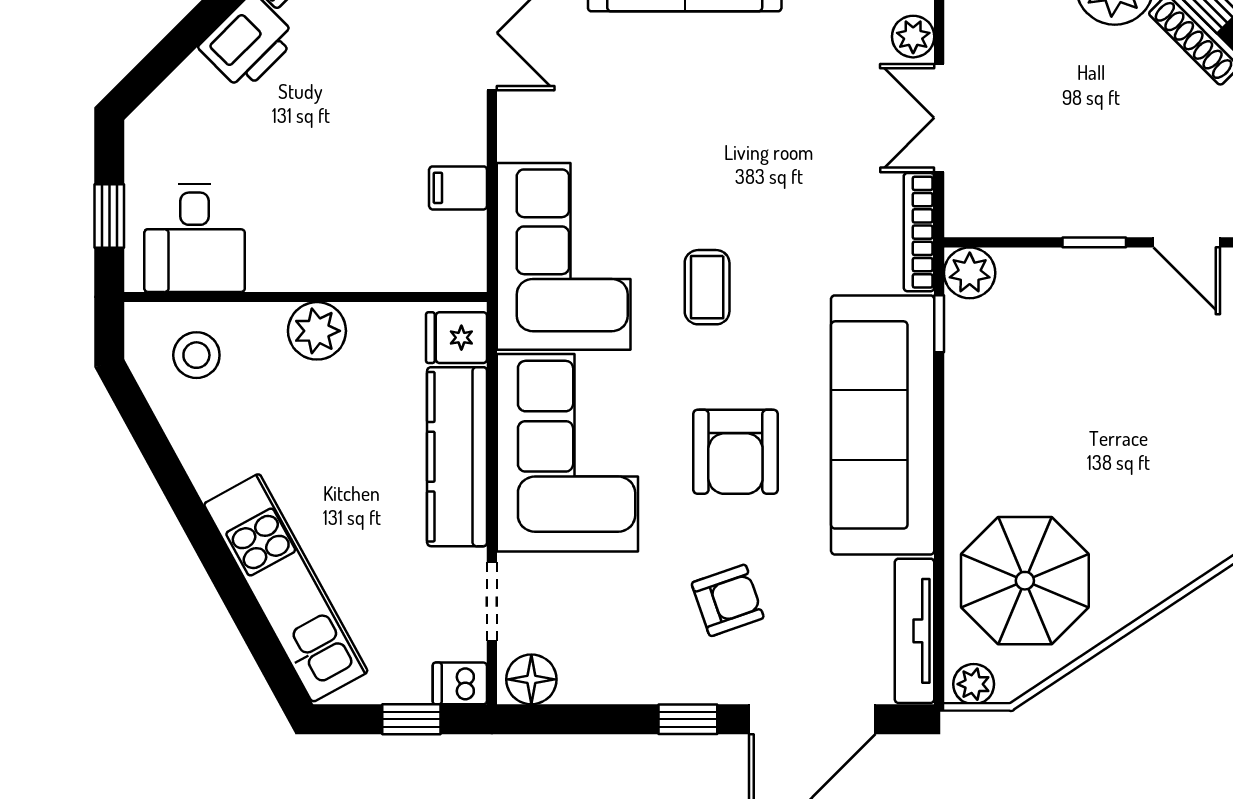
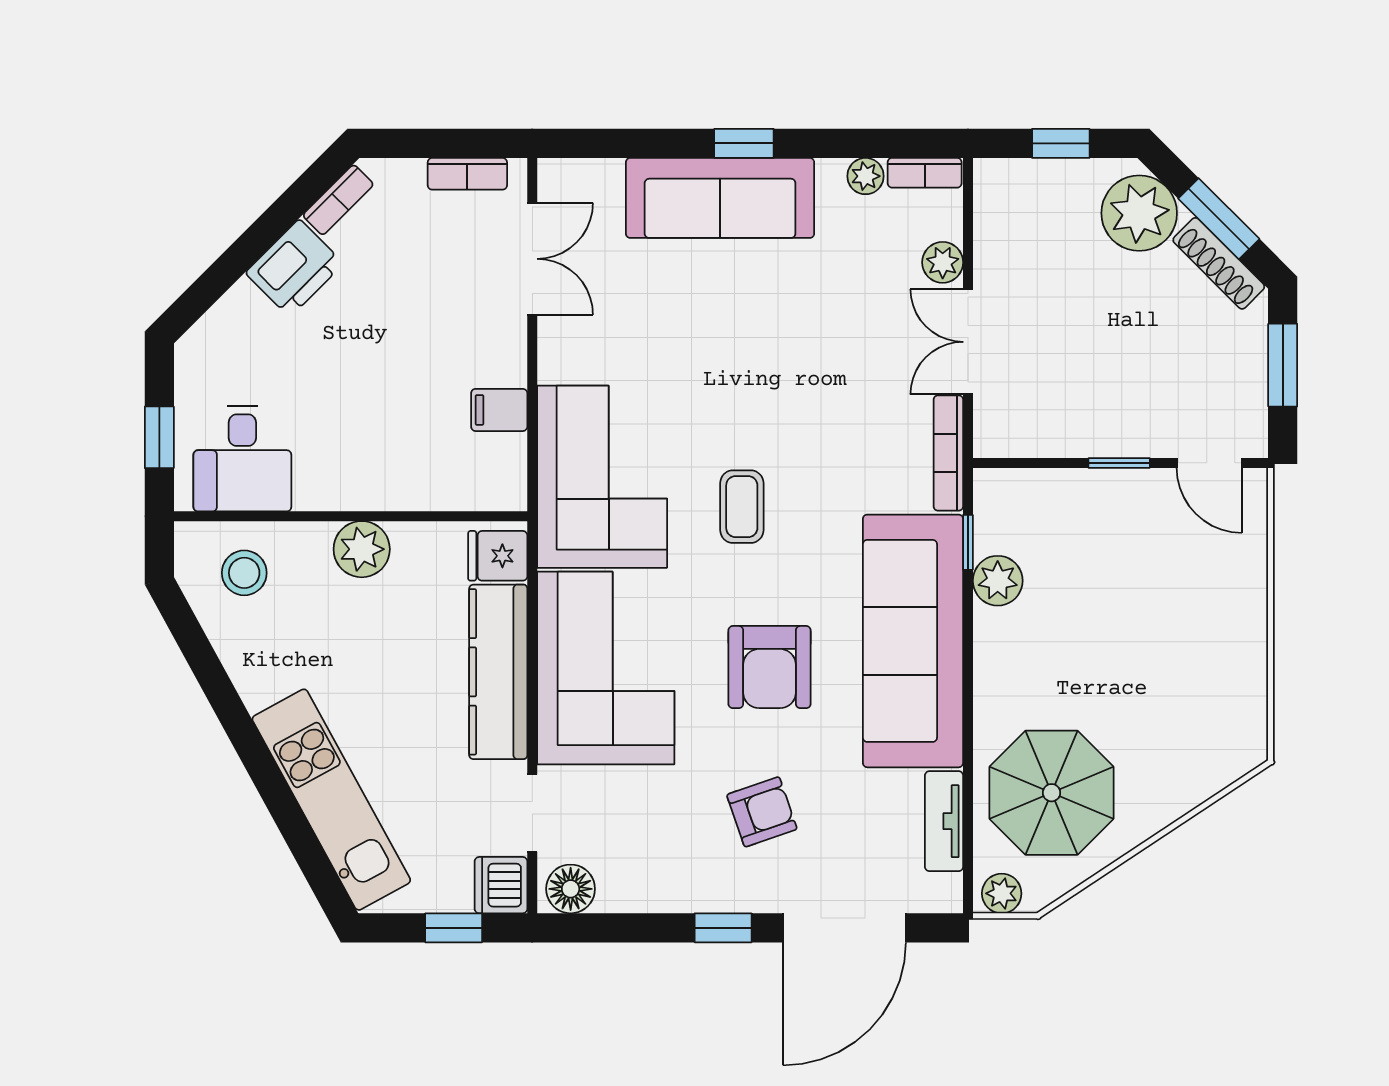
plant: (970, 273) -> (998, 581), moved
tv unit: (915, 631) -> (944, 821), width x0.71
dishwasher: (460, 683) -> (501, 885), width x1.38

